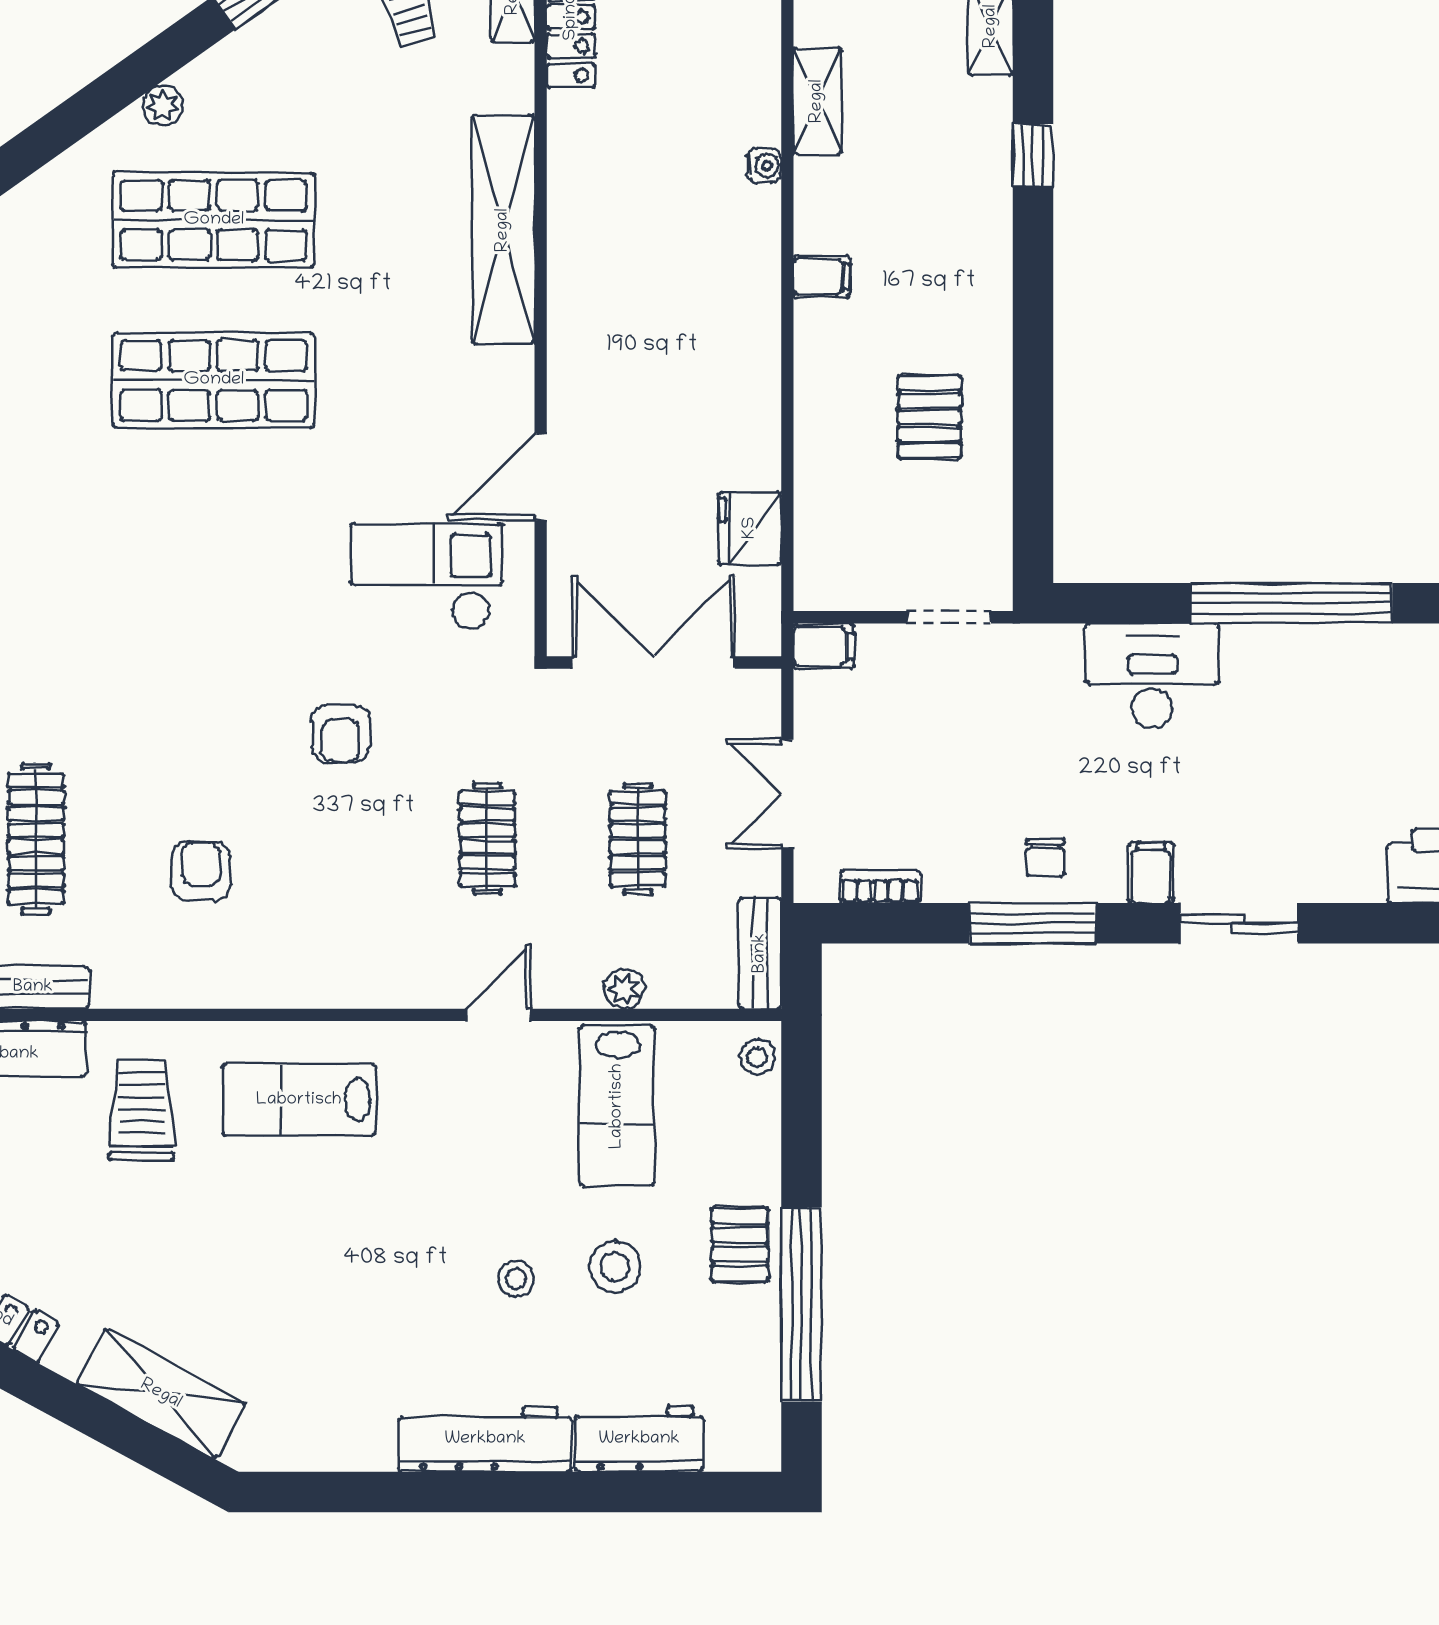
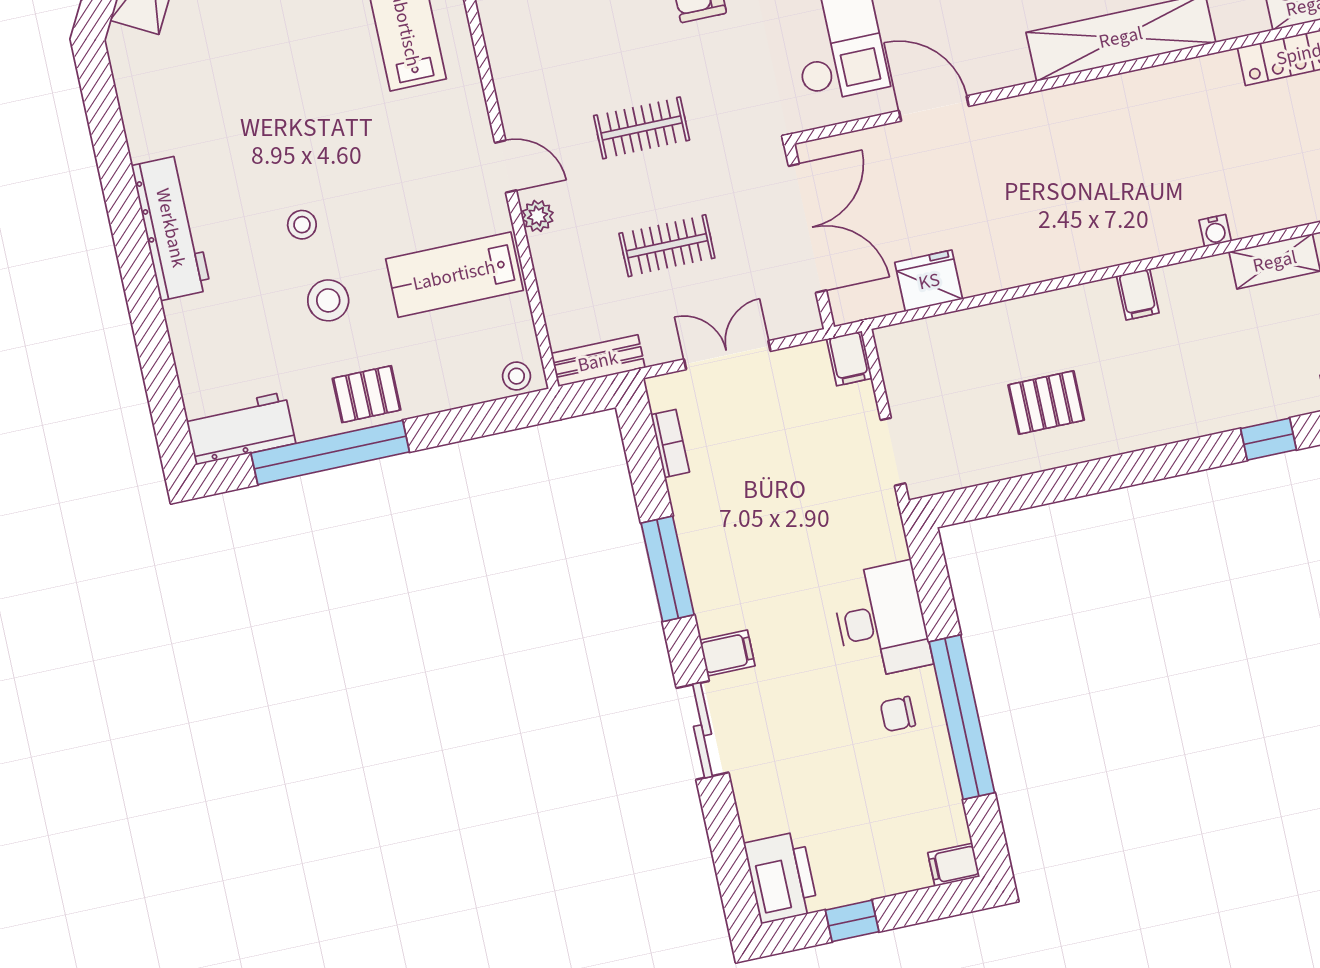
chair: (1045, 858) -> (898, 714), moved
plant: (624, 989) -> (538, 216), moved
workbench: (639, 1439) -> (240, 428), moved, turned -90

